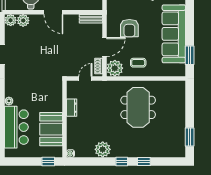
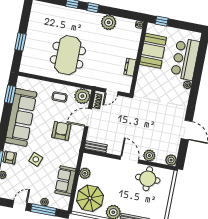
plant: (23, 20) -> (149, 156), moved
window: (190, 137) -> (20, 42), moved

